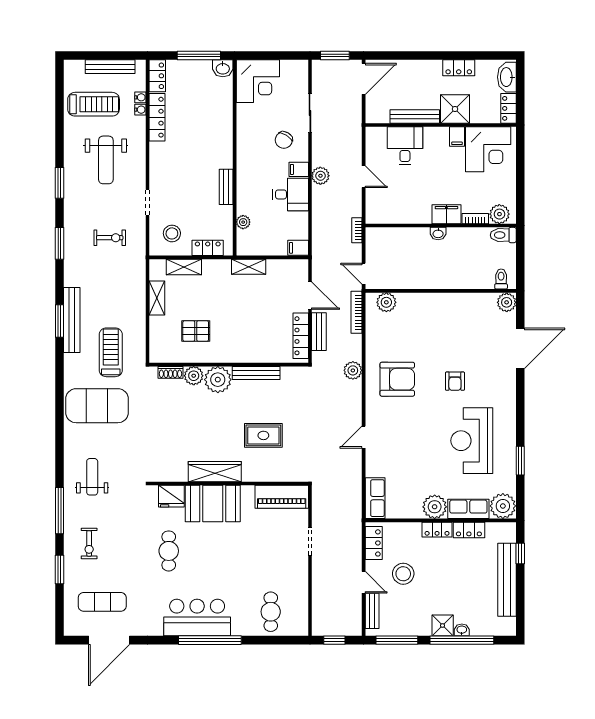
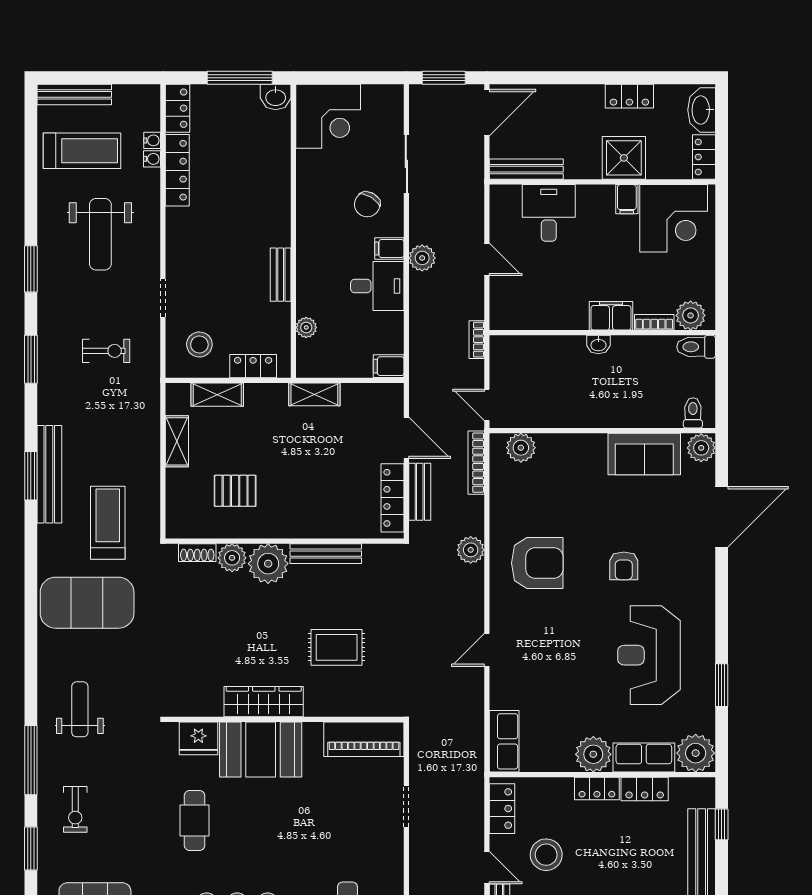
bench: (110, 67) -> (74, 94), moved
bench: (415, 116) -> (526, 169), moved
sofa: (469, 307) -> (644, 454), added

